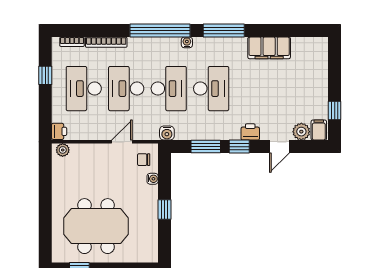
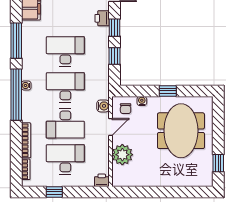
water cooler: (187, 42) -> (26, 85), moved
desk: (84, 89) -> (65, 159), turned 180
water cooler: (167, 133) -> (103, 106), moved
door: (122, 142) -> (110, 127), swing flipped
window: (206, 147) -> (115, 56), width x0.67
plant: (63, 150) -> (122, 155), moved, width x1.87, depth x1.87
meeting table: (96, 226) -> (181, 131), moved

